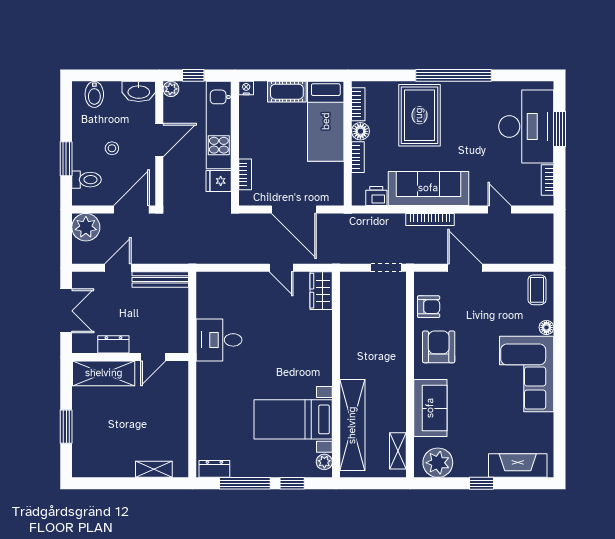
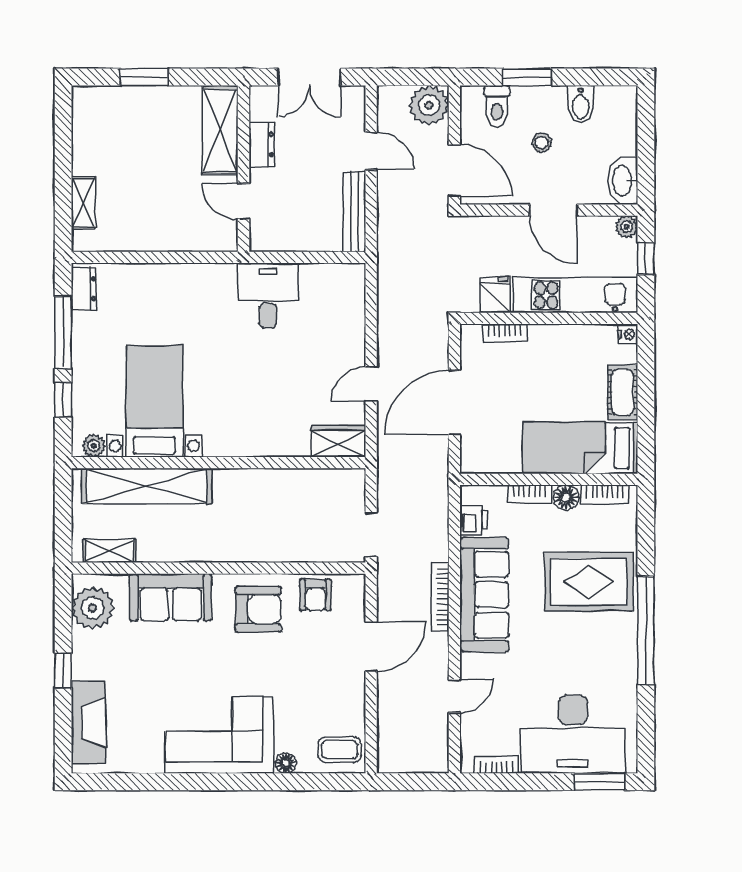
bidet: (94, 94) -> (581, 104), moved, turned -90
window: (559, 129) -> (600, 782), moved

